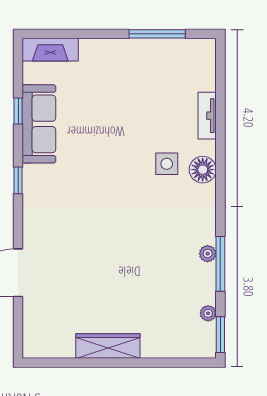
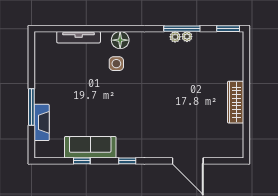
window: (157, 34) -> (31, 107), moved
fireplace: (50, 50) -> (42, 122), moved
tv unit: (207, 116) -> (79, 37), width x1.41
plant: (208, 313) -> (187, 37), moved

